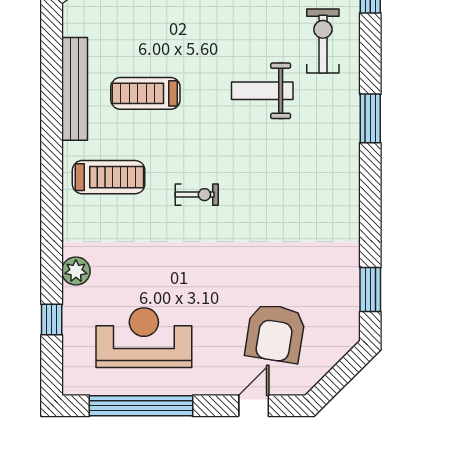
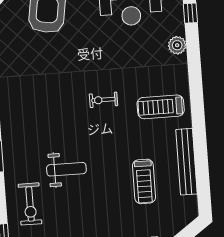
treadmill: (145, 93) -> (144, 181), moved, turned 90

